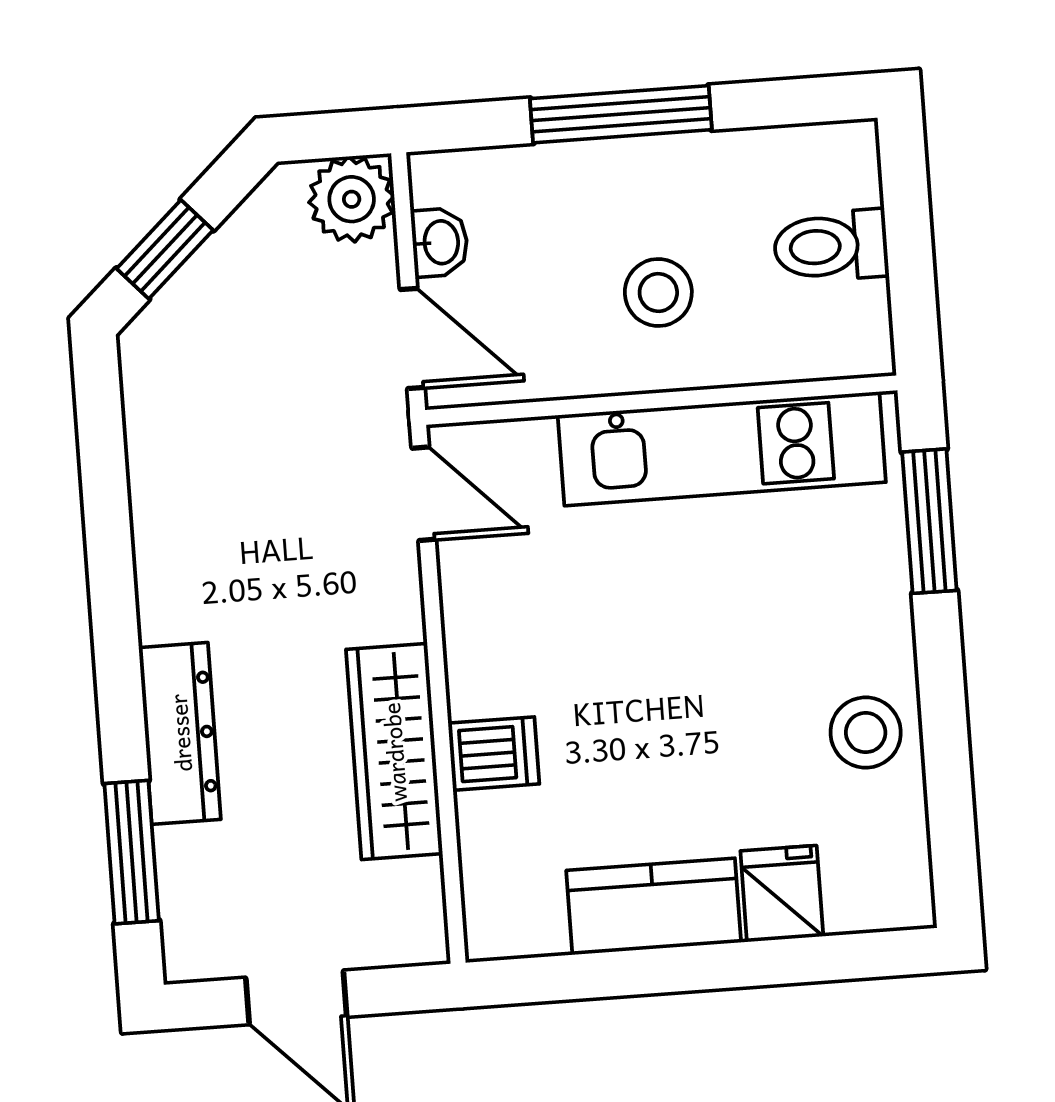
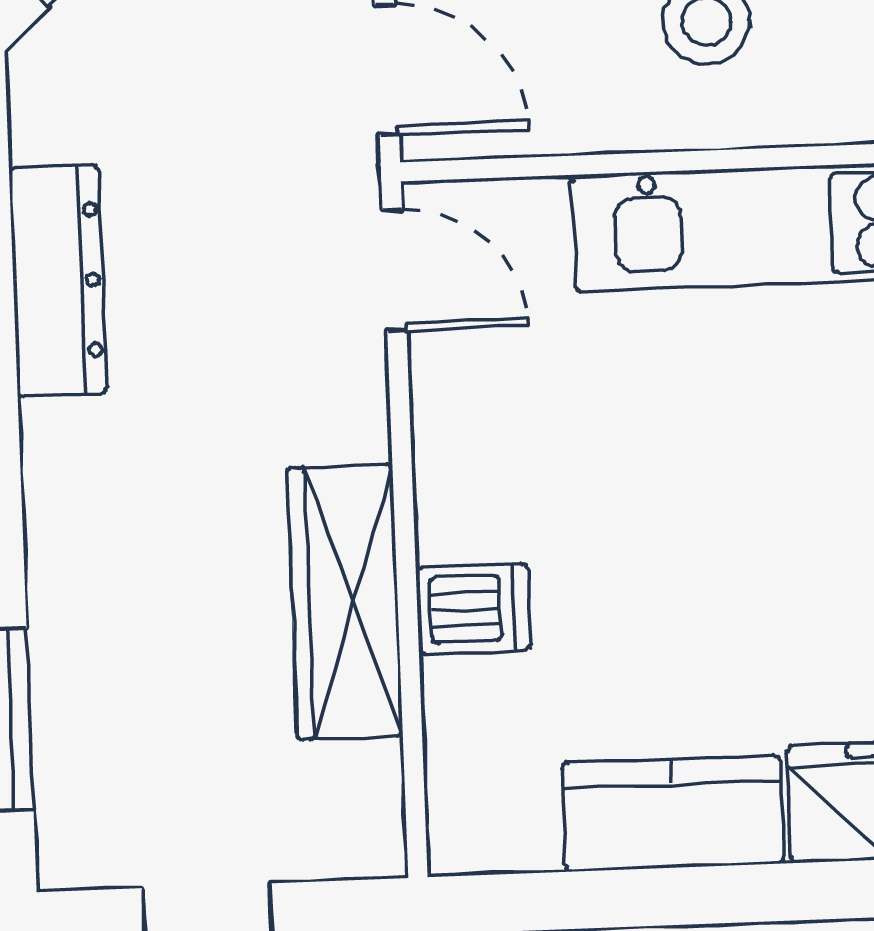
dresser: (180, 733) -> (58, 281), moved

